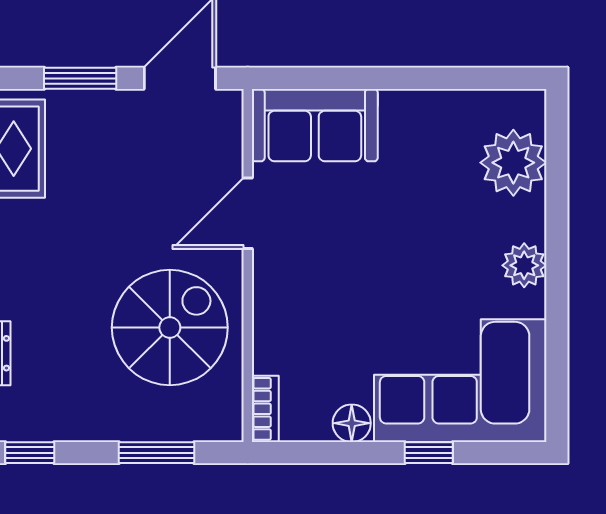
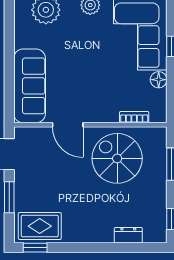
sofa: (315, 125) -> (30, 86), width x1.36
bookcase: (265, 409) -> (134, 117), moved

